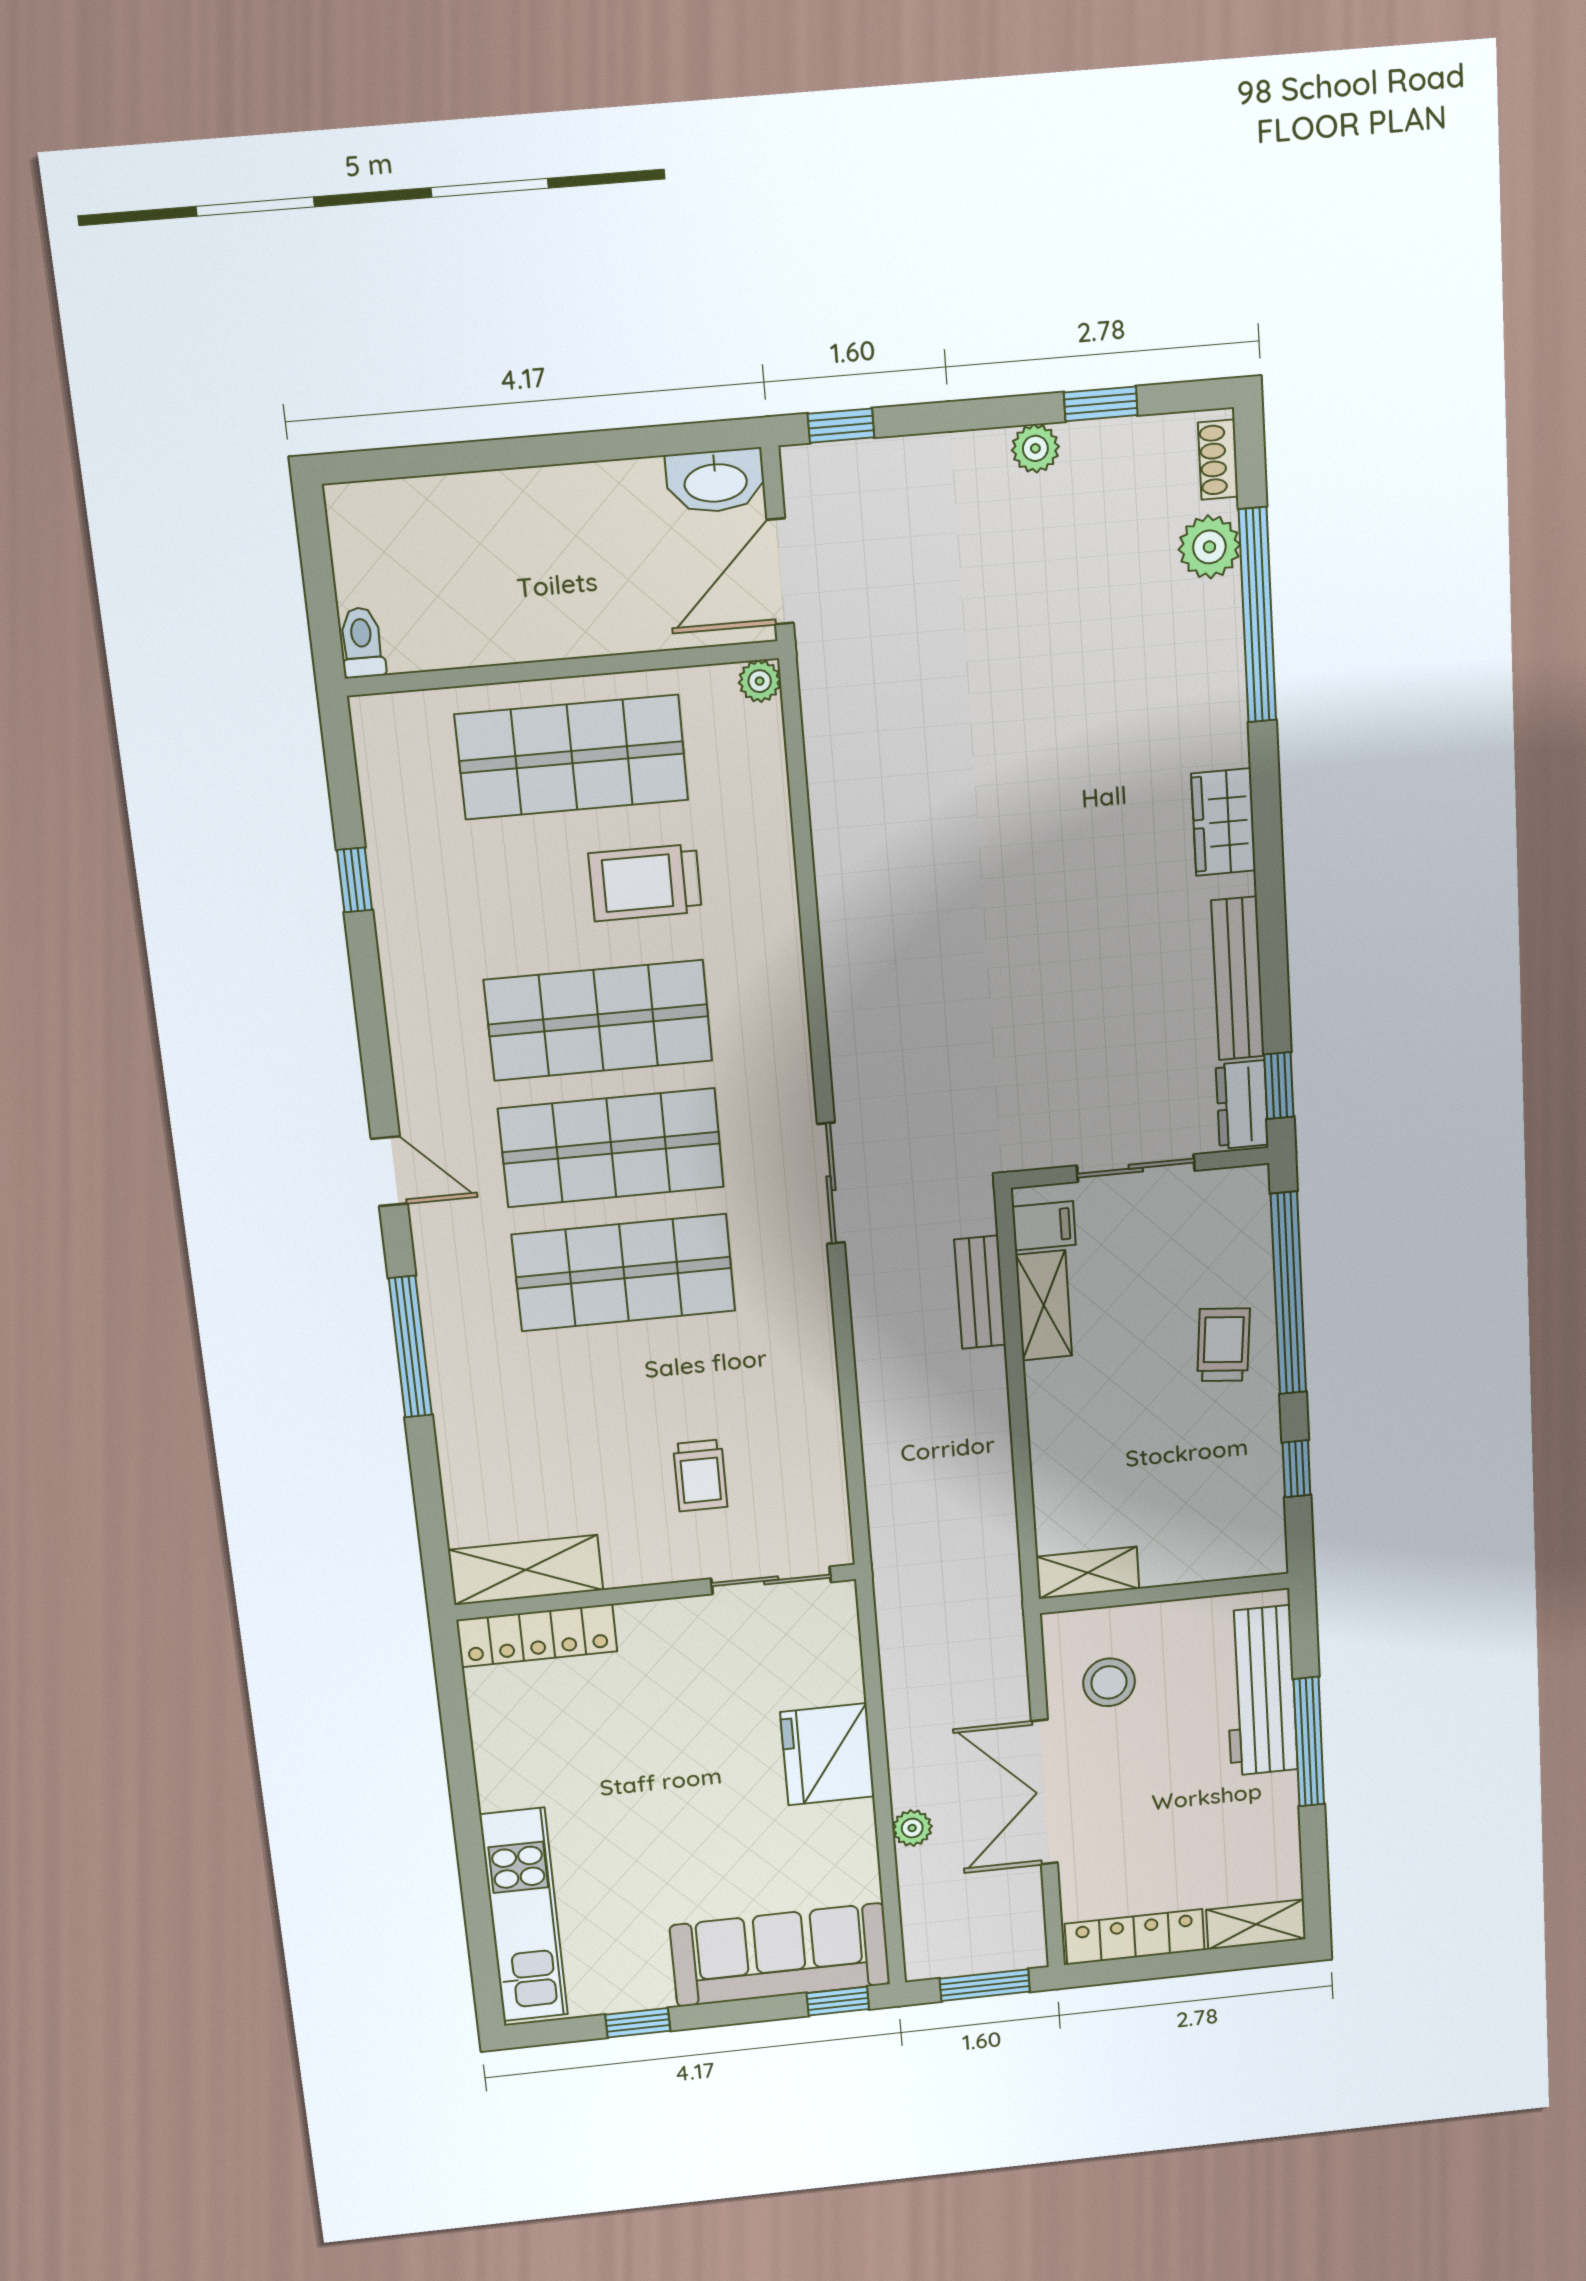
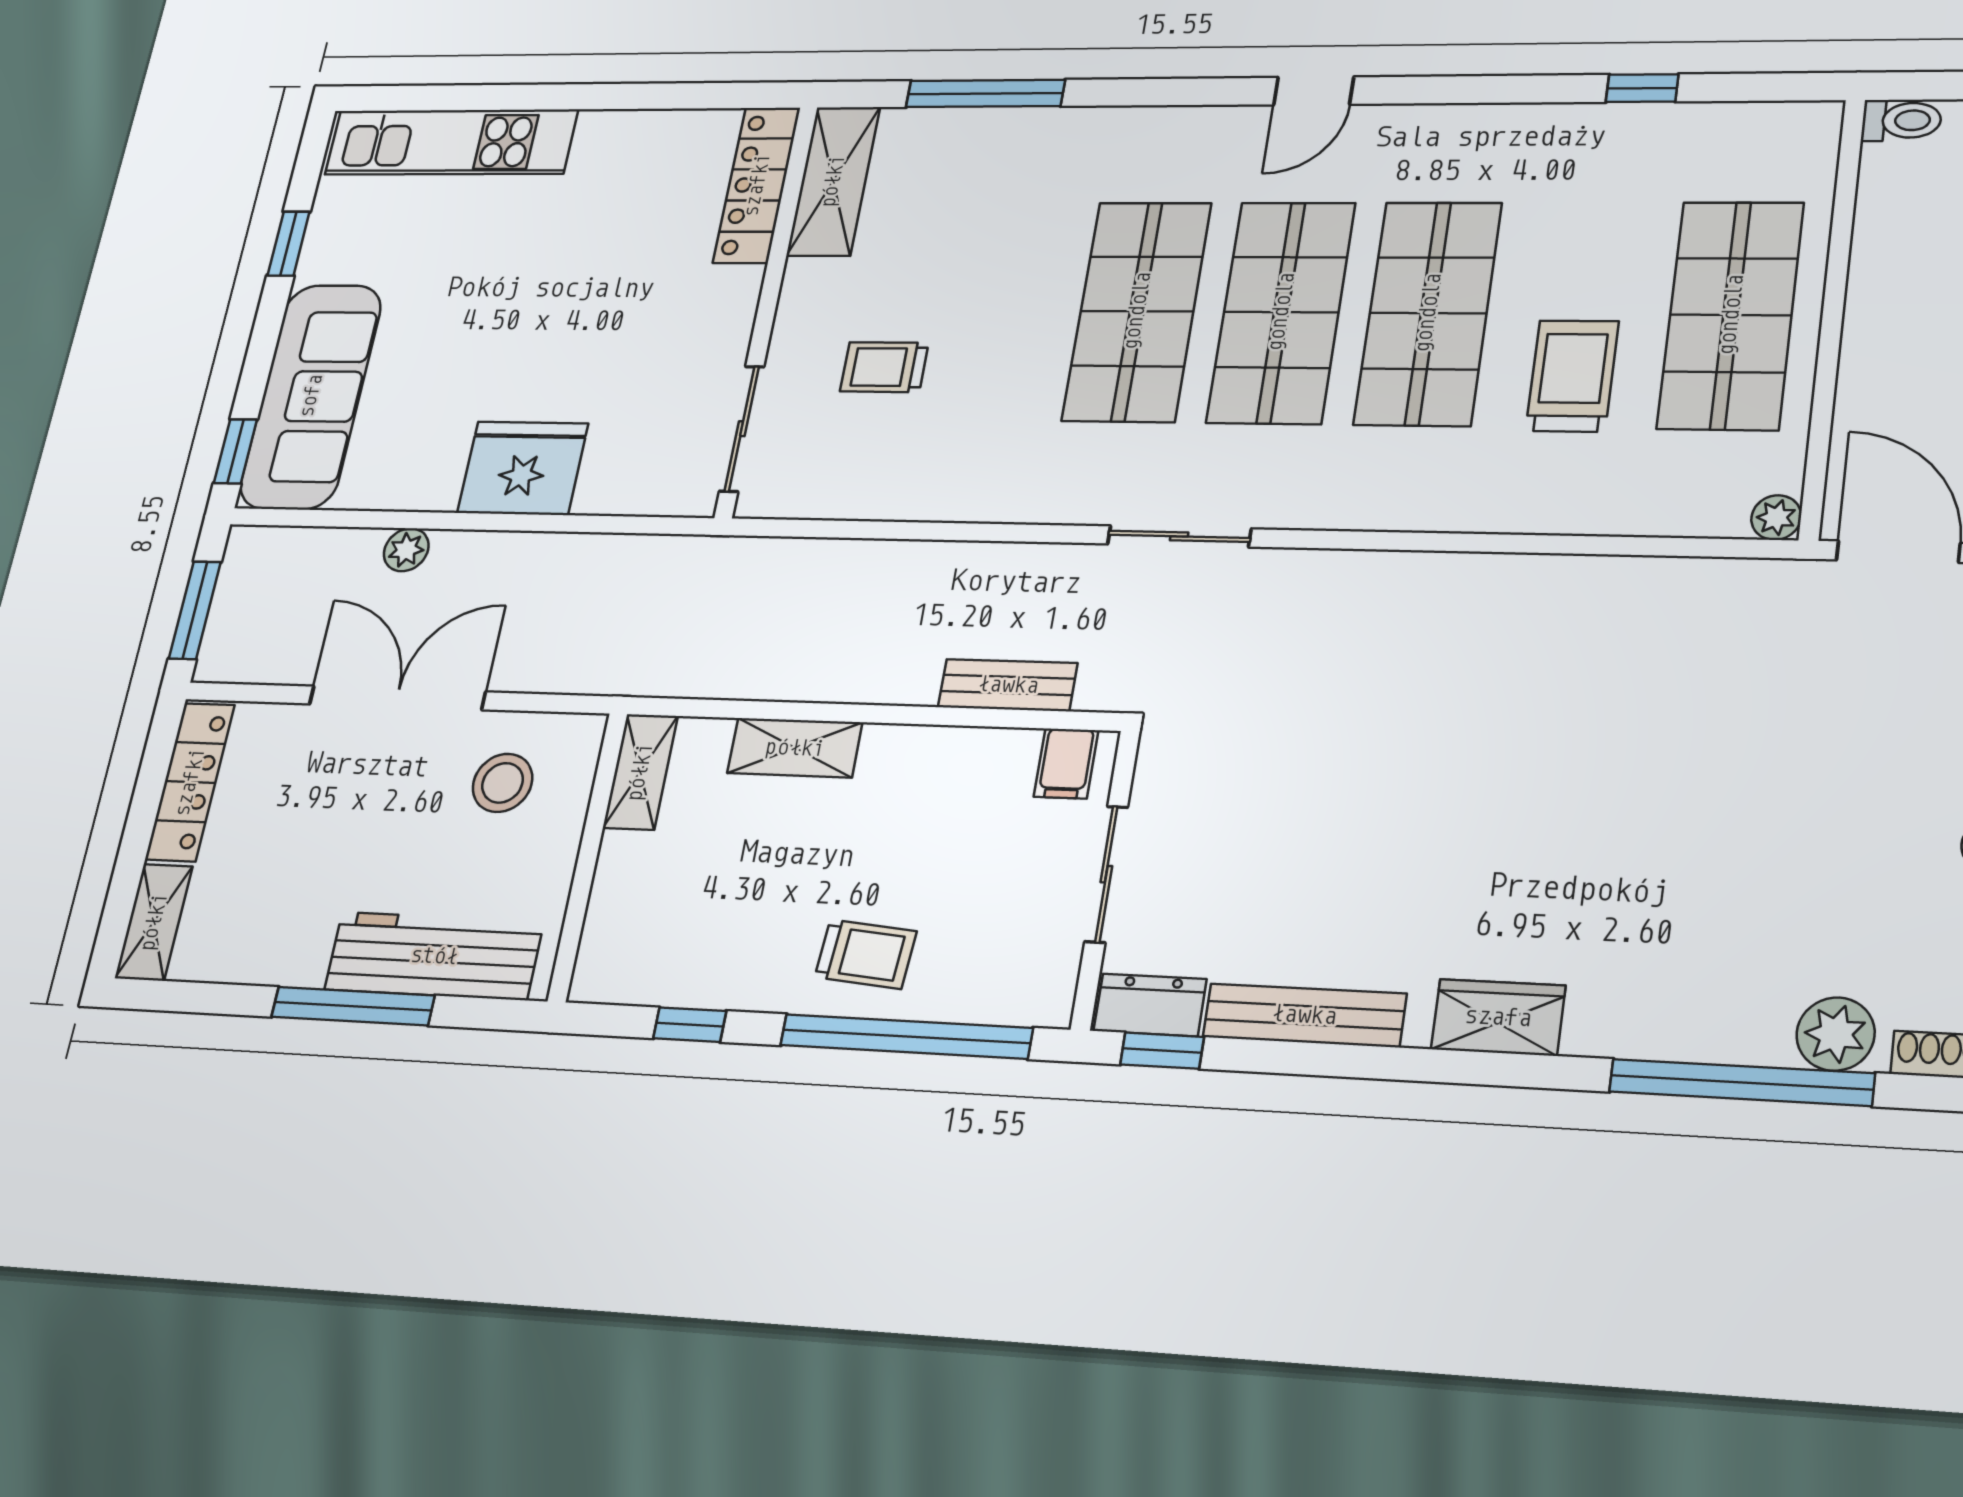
shelving: (1044, 1305) -> (795, 748), moved
window: (410, 1347) -> (985, 93), moved

